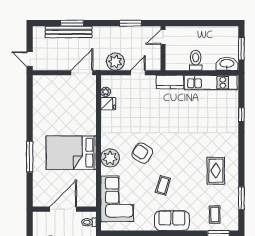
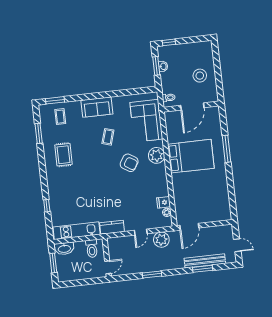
door: (163, 37) -> (108, 267), moved
wall: (163, 48) -> (107, 257), moved
door: (30, 59) -> (237, 245), moved

